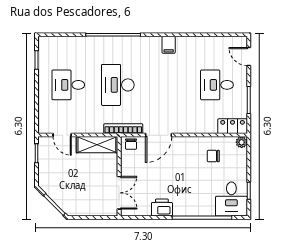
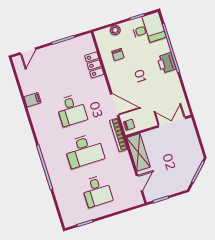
filing cabinet: (169, 45) -> (32, 100), moved
desk: (217, 85) -> (72, 110), moved
locker: (233, 126) -> (94, 65), moved
plant: (242, 142) -> (115, 30), moved
printer: (162, 207) -> (167, 63), moved

